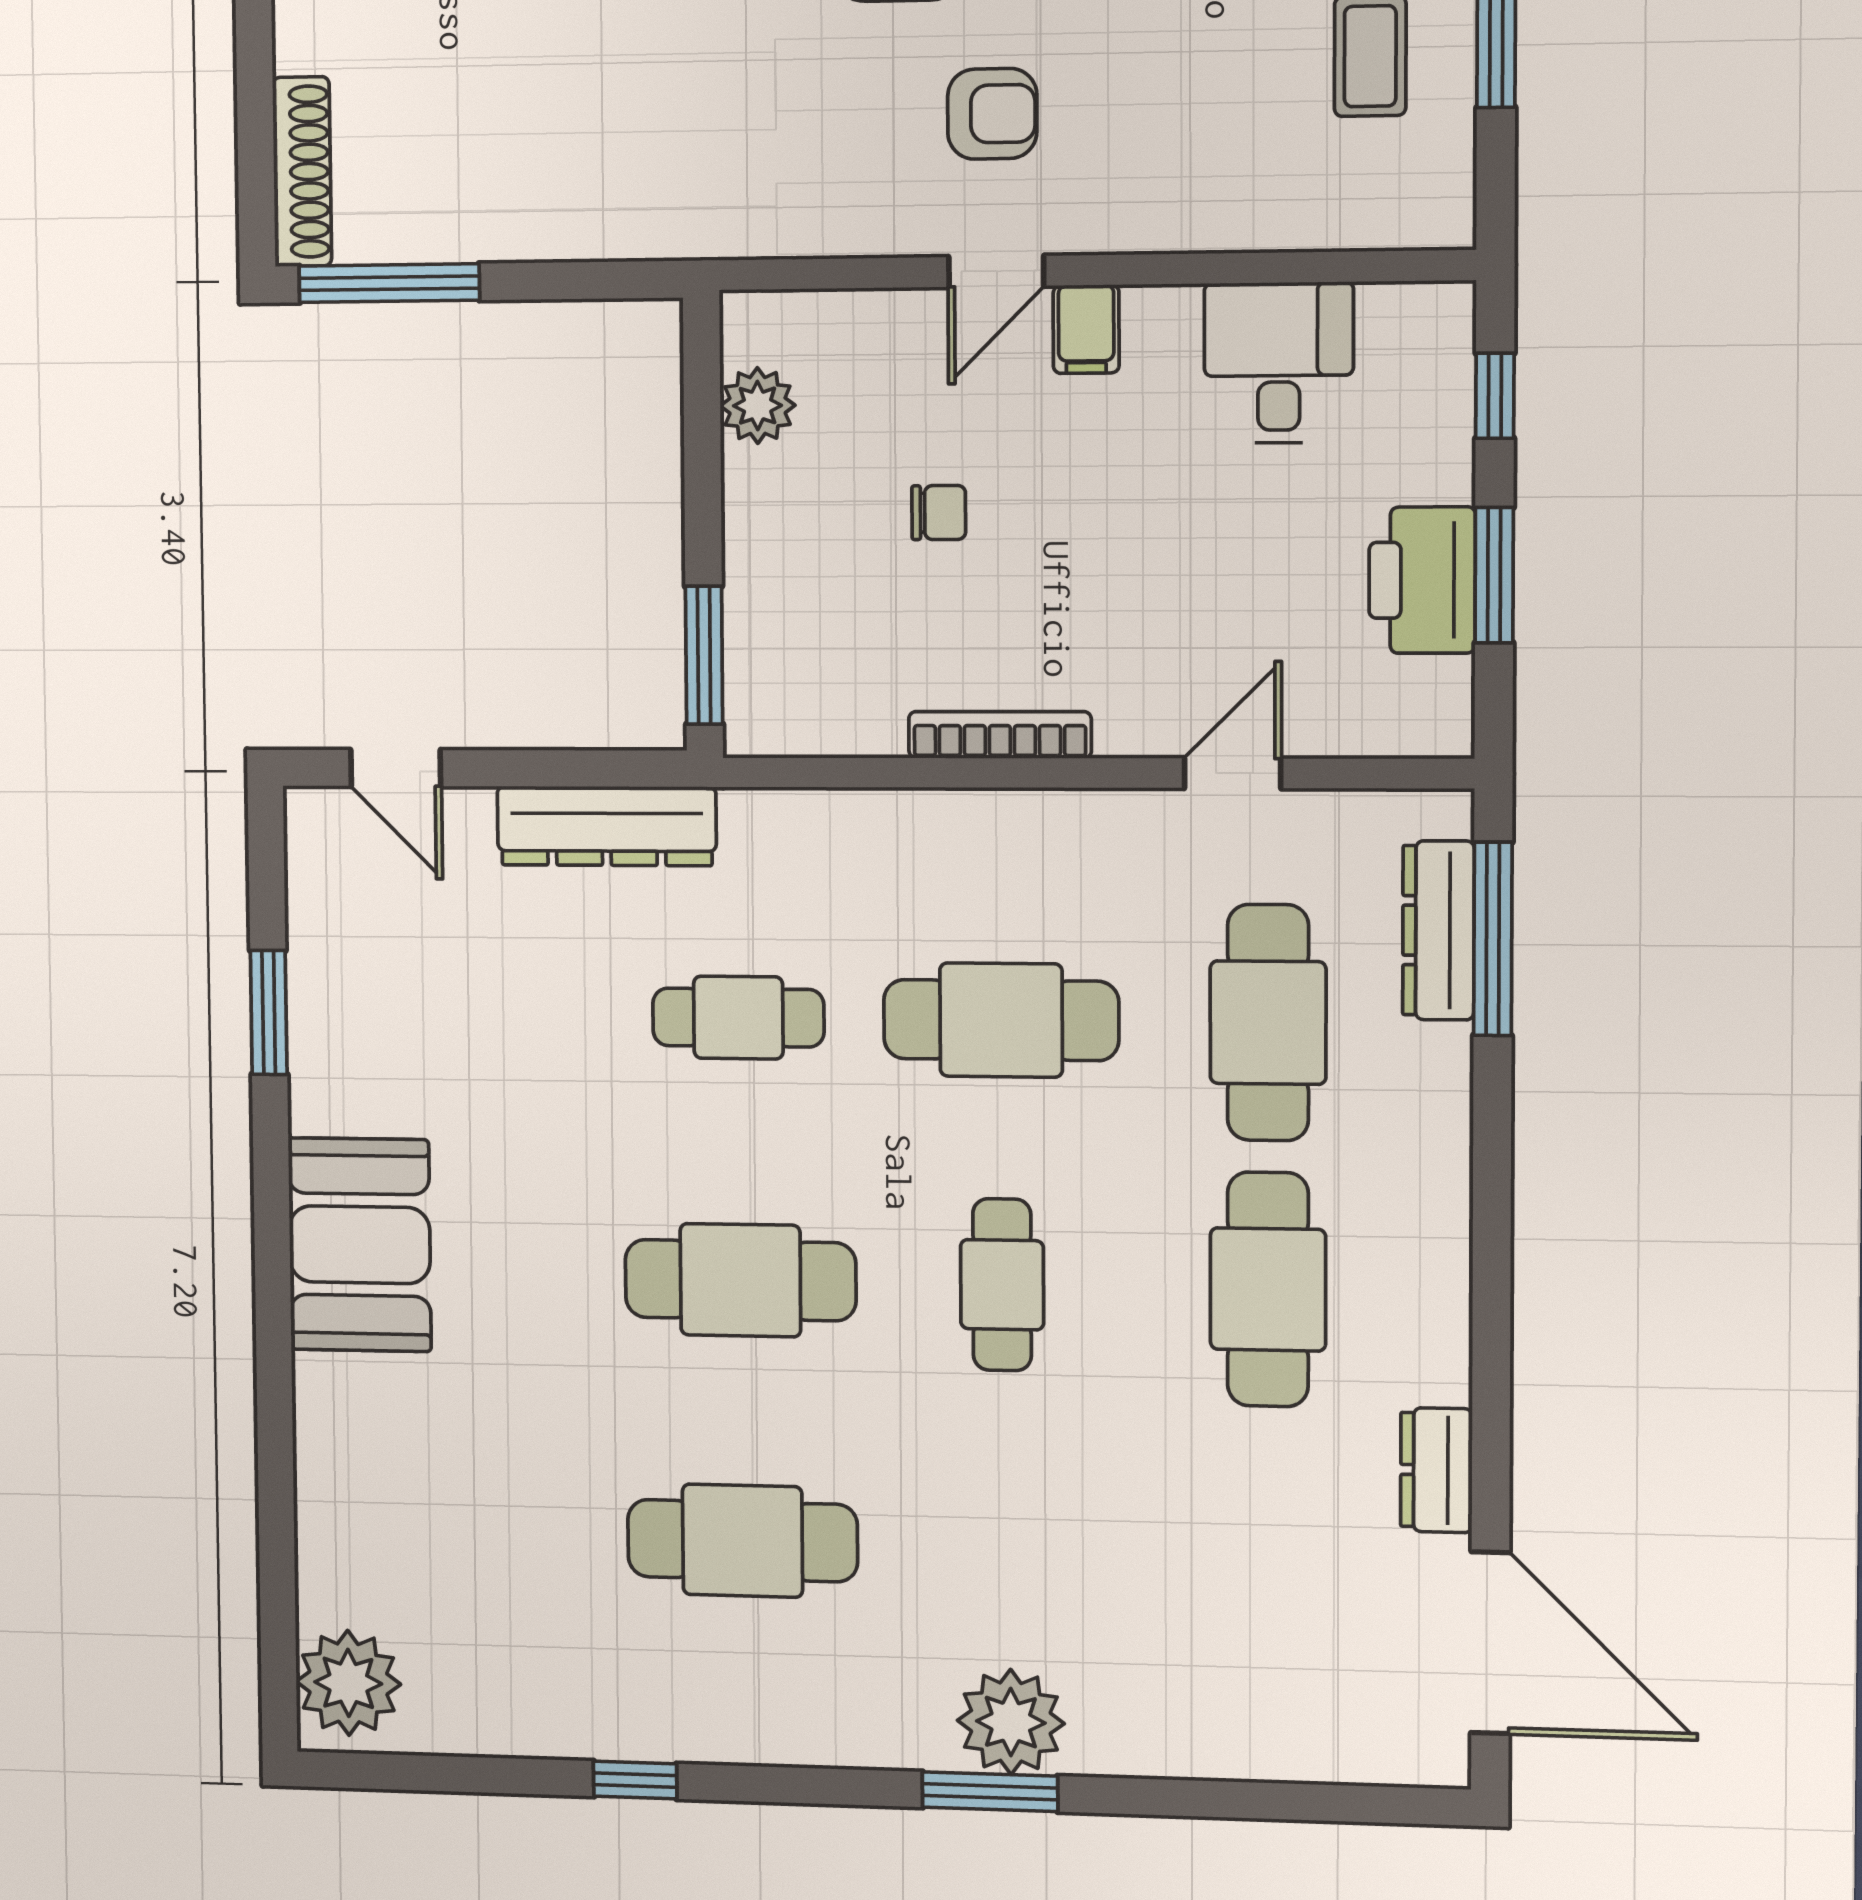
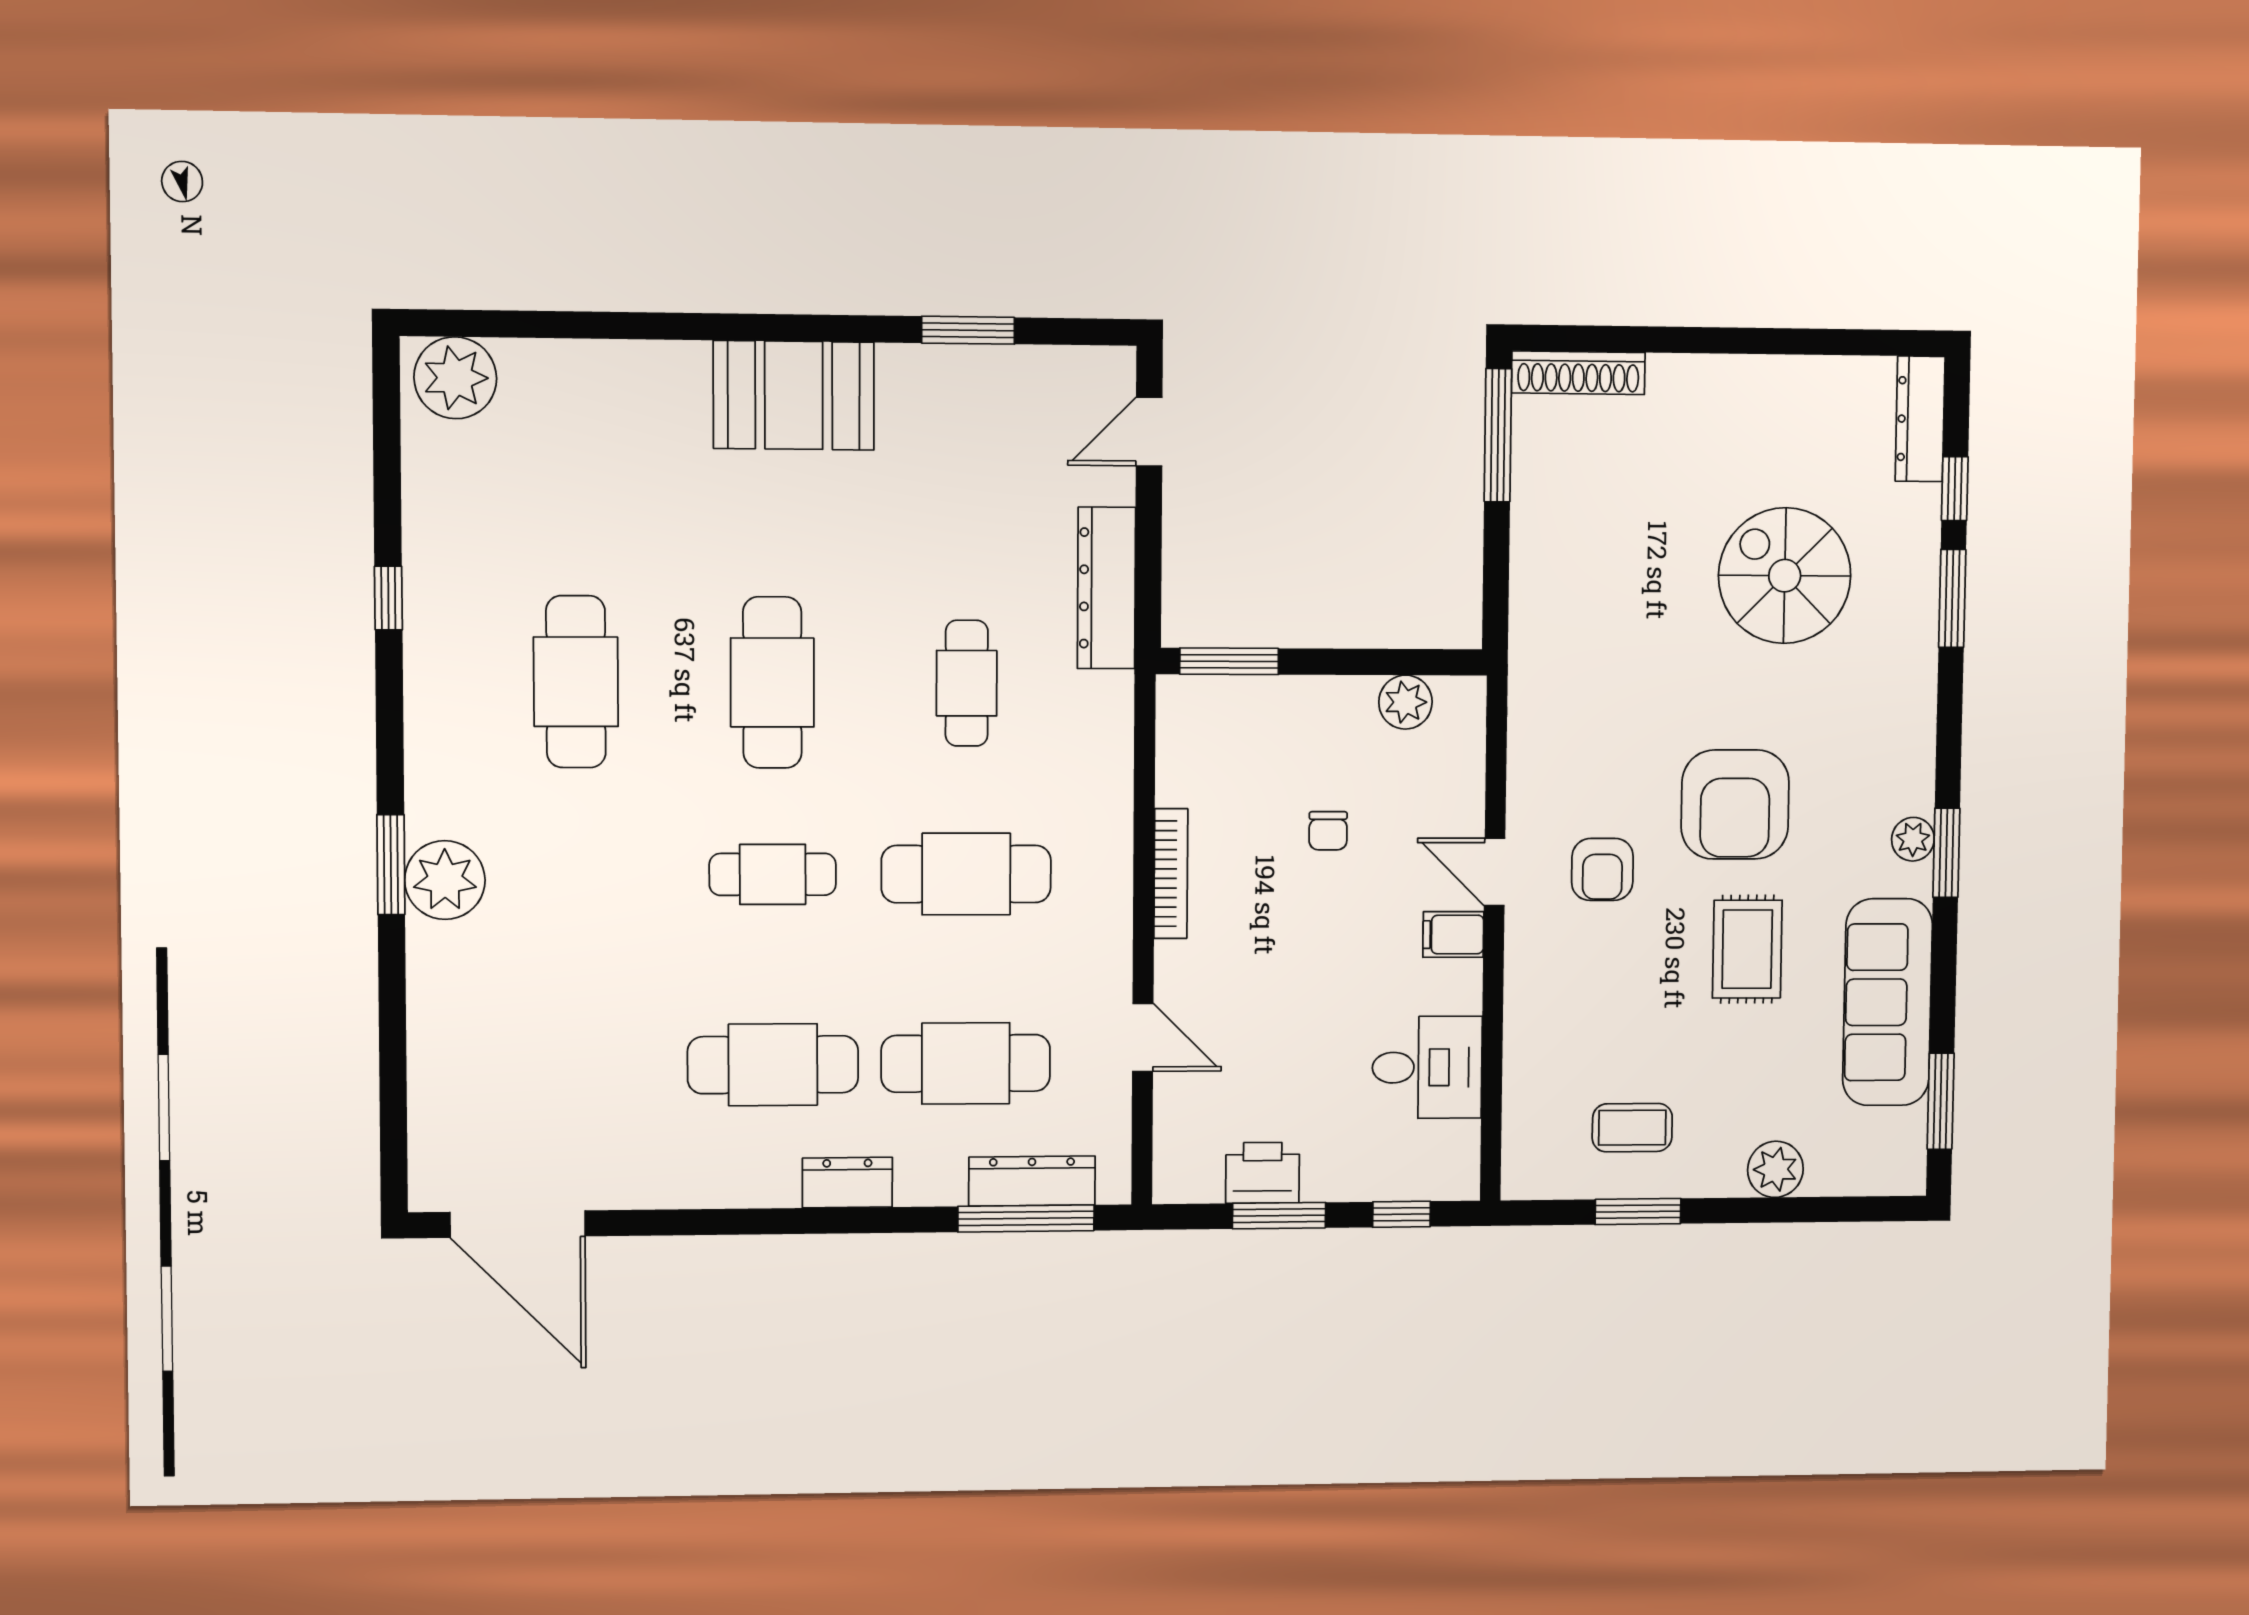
printer: (1422, 580) -> (1262, 1173), width x0.73, depth x0.84
cafe table: (1001, 1020) -> (966, 874), turned 90
dresser: (1436, 1470) -> (847, 1183), moved
door: (1490, 1643) -> (518, 1224), hinge flipped

